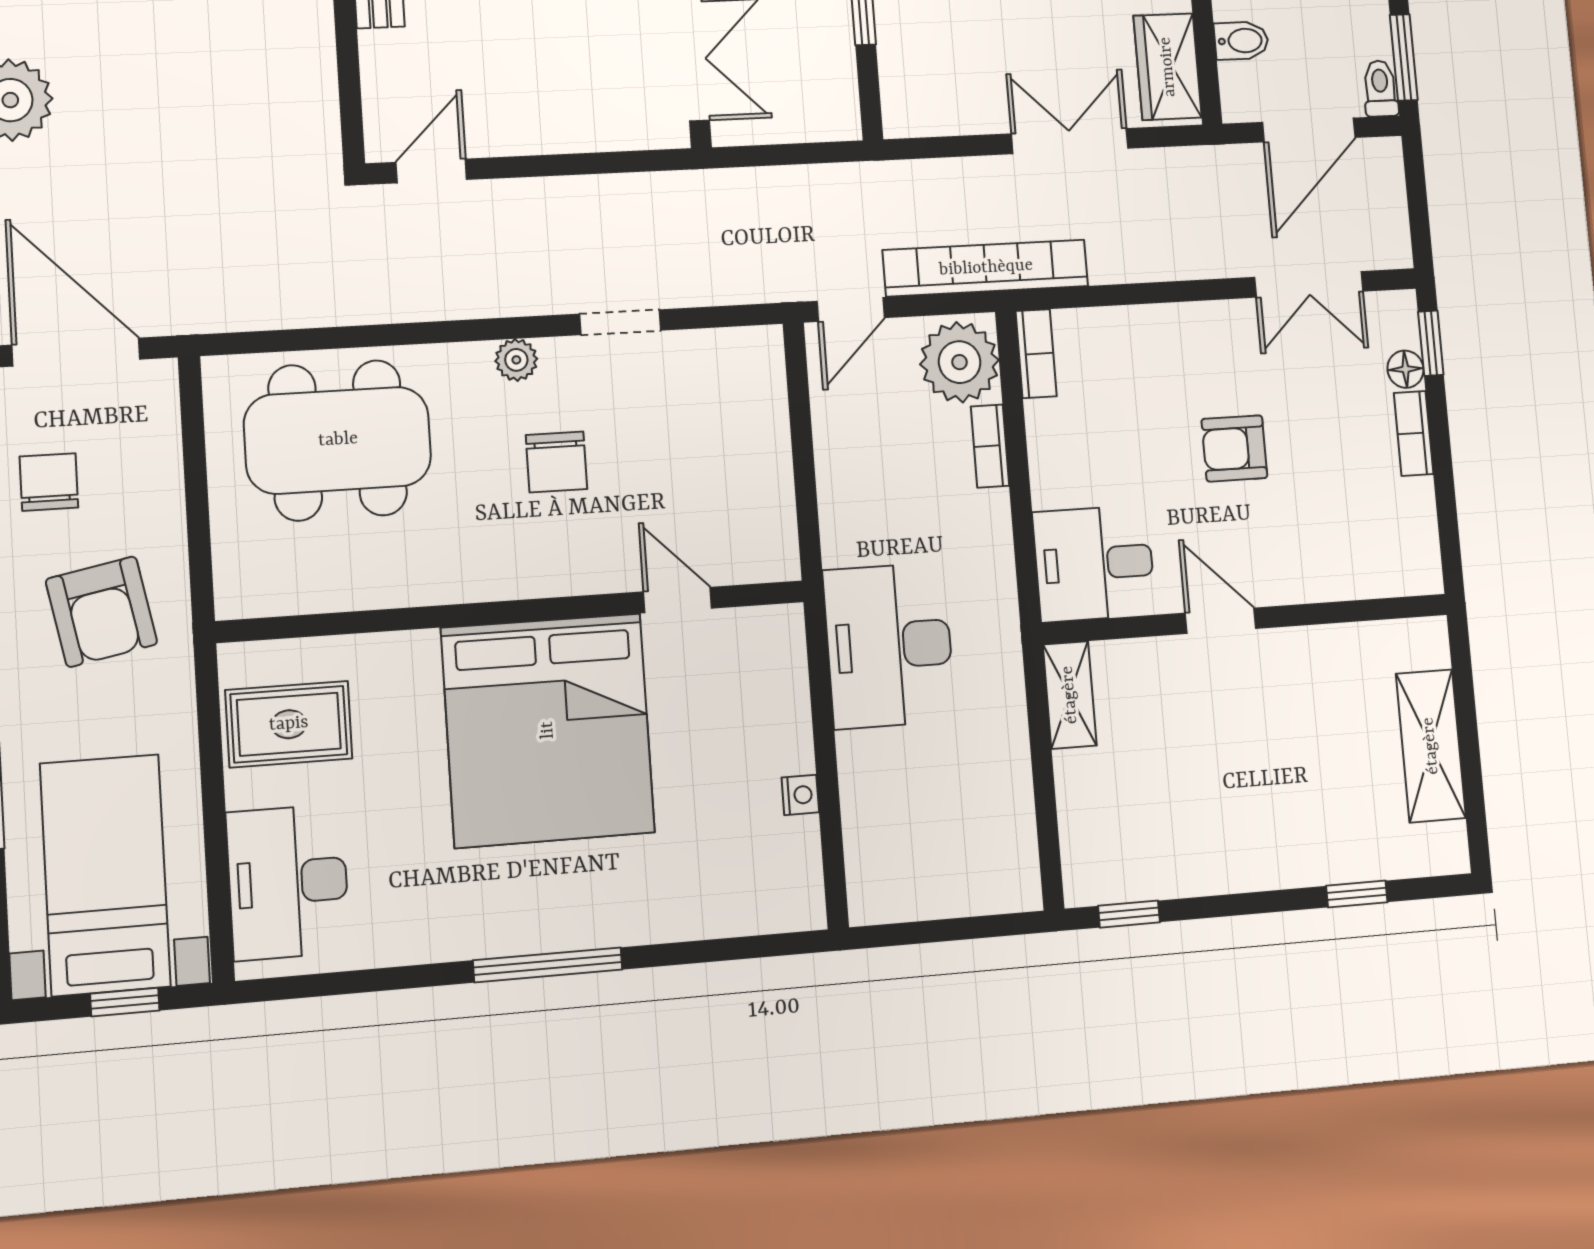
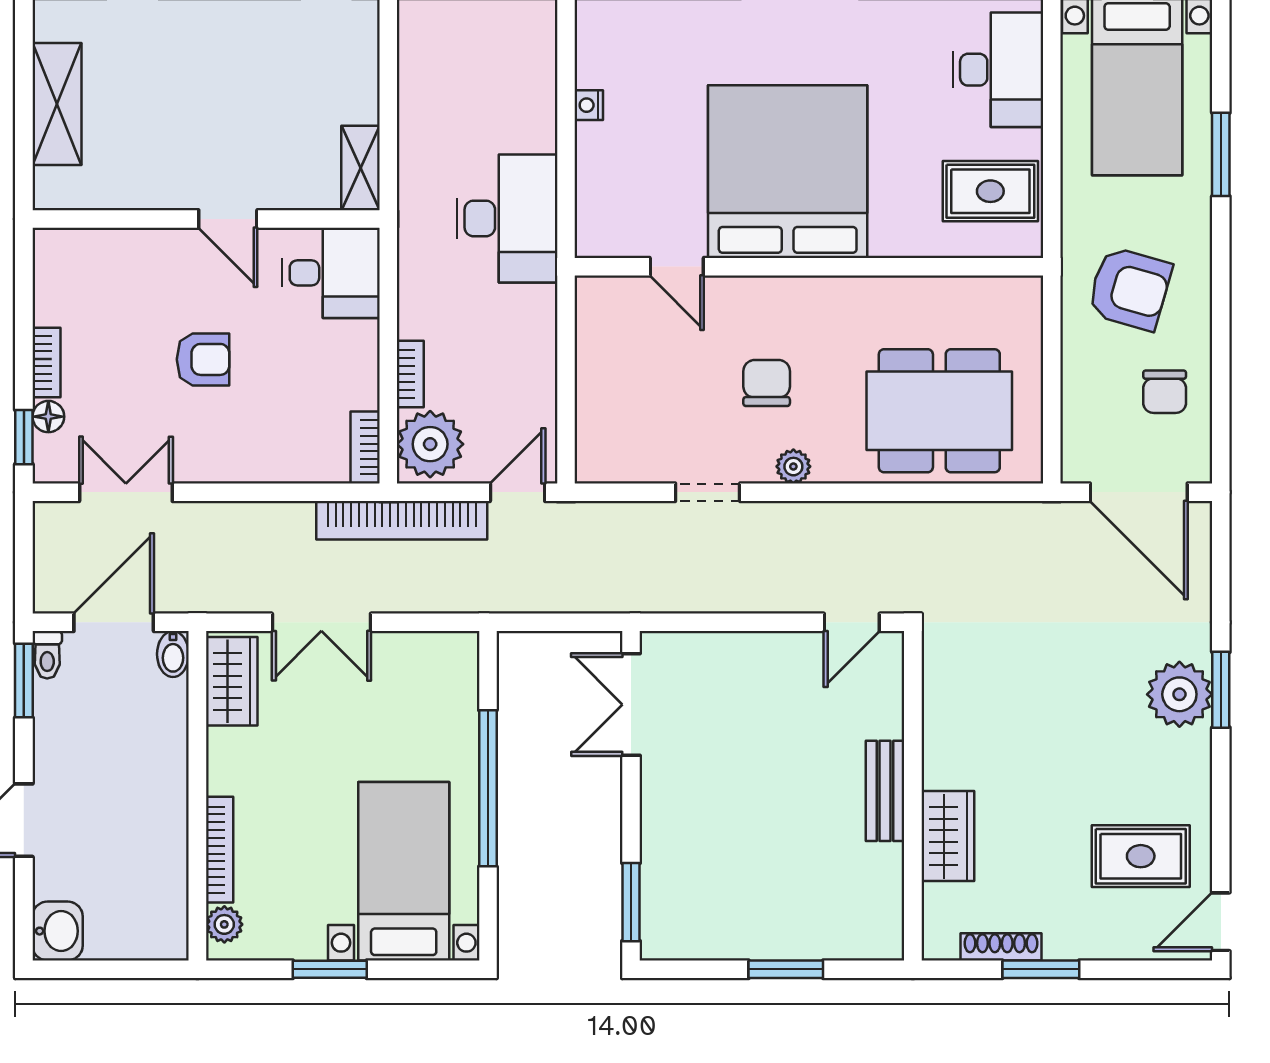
bidet: (1241, 41) -> (173, 654), moved, turned -90
armchair: (101, 612) -> (1130, 289), turned 117

